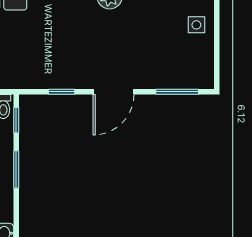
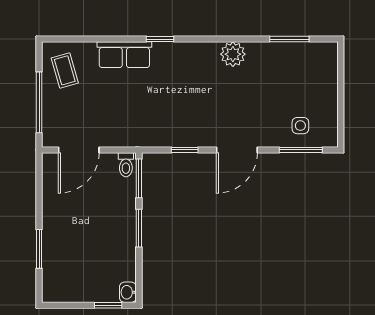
side table: (196, 25) -> (300, 126), moved
window: (16, 120) -> (139, 178), width x1.50

